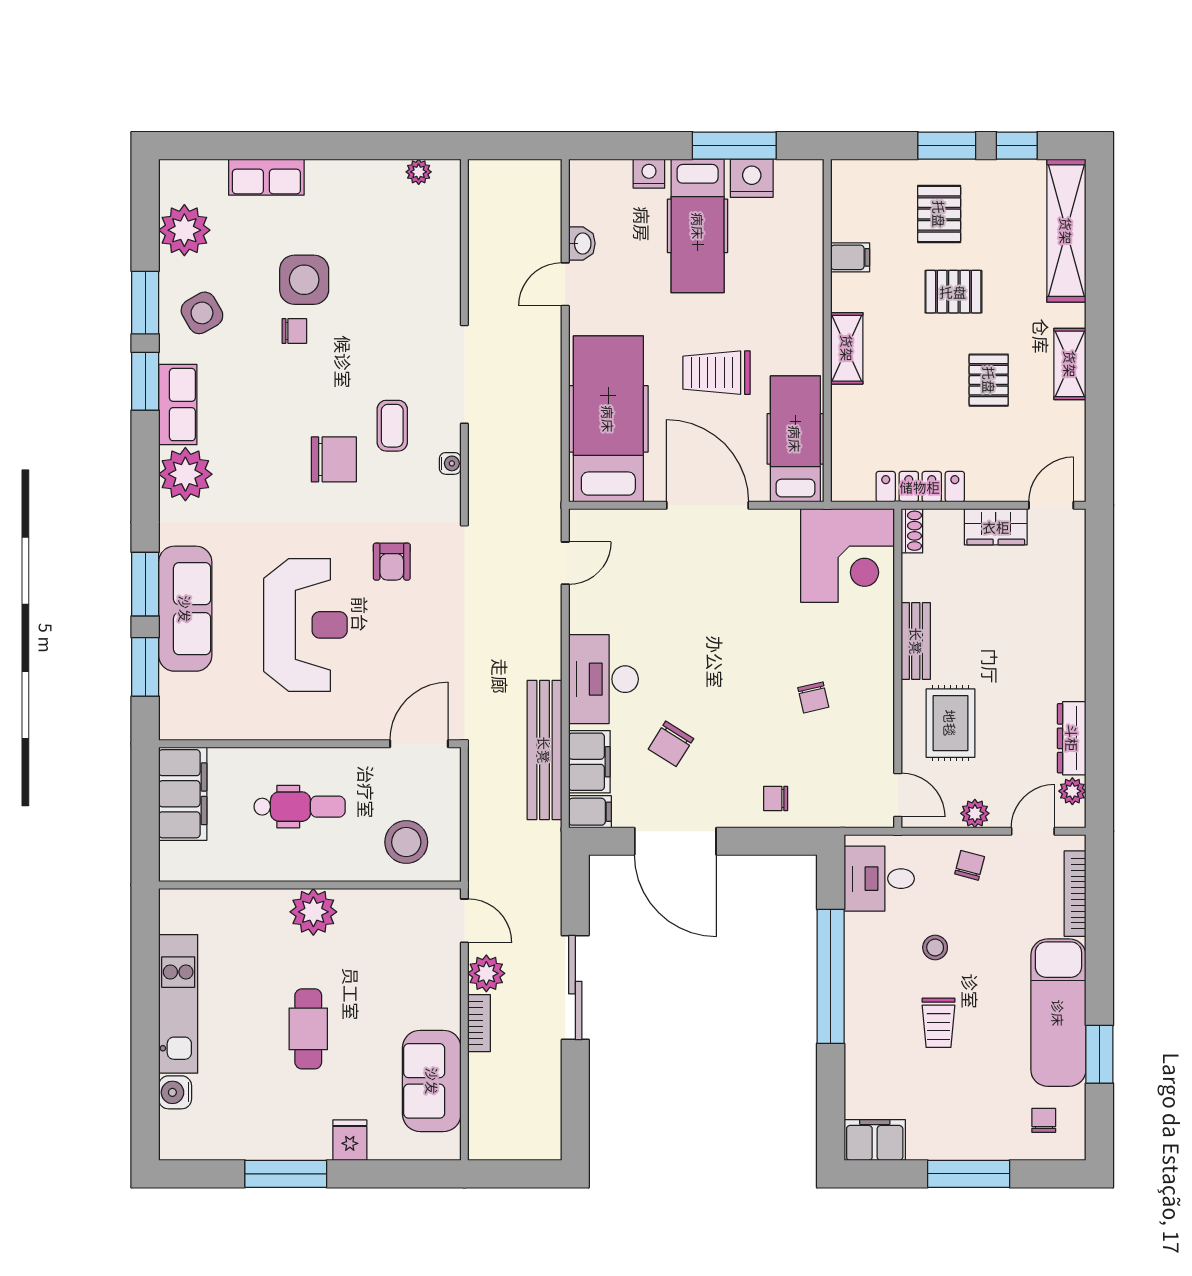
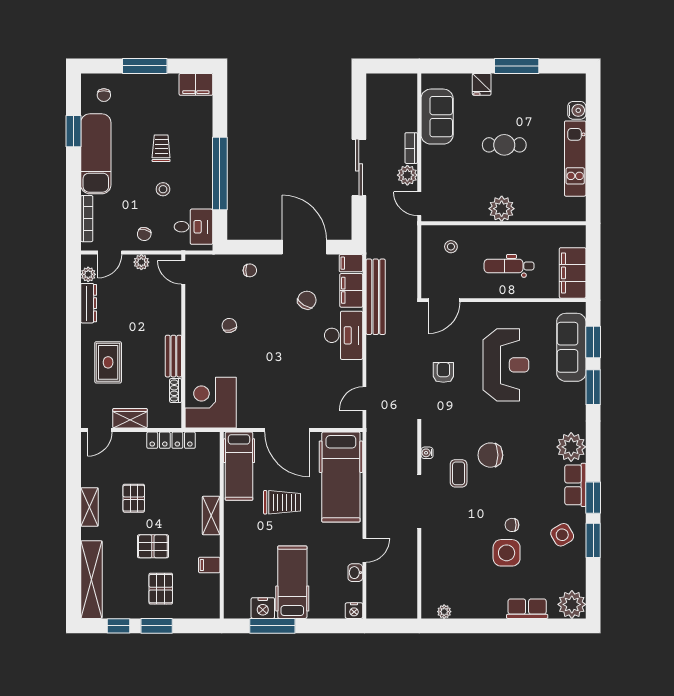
nightstand: (649, 174) -> (354, 611), moved
plant: (184, 230) -> (572, 604), moved
shoe rack: (912, 531) -> (176, 391), moved
armchair: (392, 562) -> (443, 372), moved
sofa: (185, 609) -> (571, 347), moved
reception desk: (305, 625) -> (506, 365), turned 180
rug: (950, 723) -> (108, 362), moved
stool: (406, 842) -> (451, 247), width x0.53, depth x0.53
cafe table: (308, 1029) -> (504, 145), turned 90

